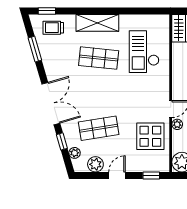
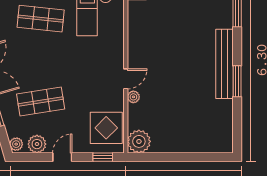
display table: (150, 136) -> (106, 128), moved
plant: (75, 153) -> (16, 144), moved

